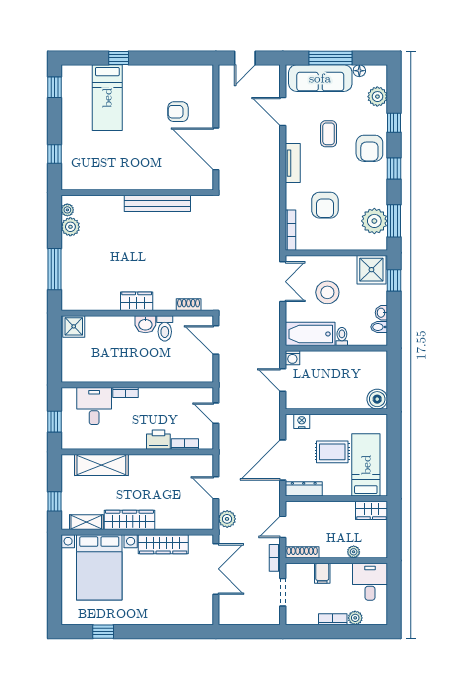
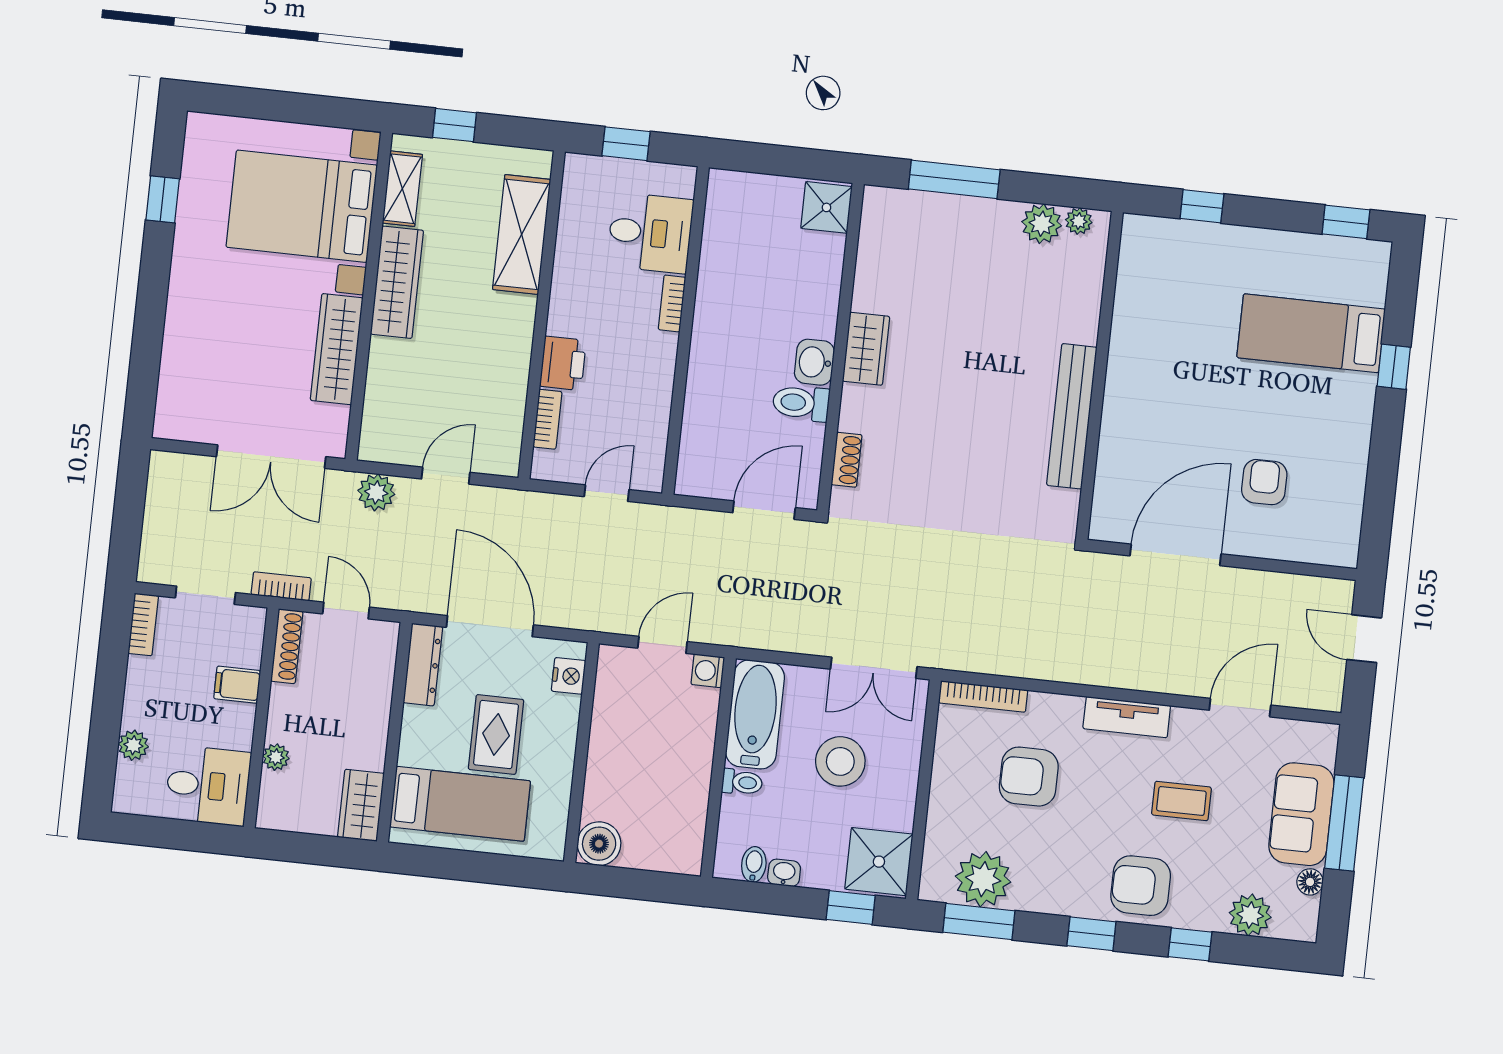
sofa: (320, 78) -> (1301, 814), width x0.73
bookcase: (333, 619) -> (143, 624), moved

